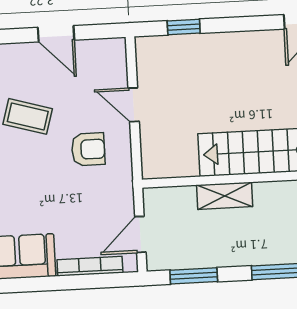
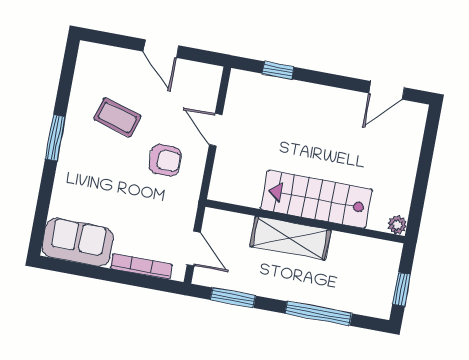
shelving: (225, 196) -> (290, 238), width x1.50, depth x1.33
door: (140, 234) -> (194, 249), swing flipped

